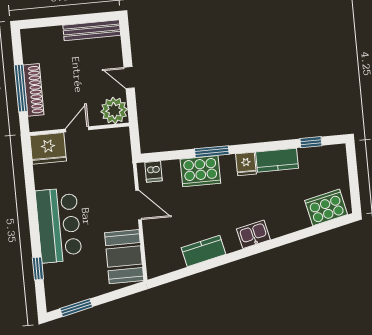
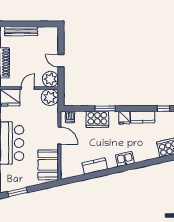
bench: (92, 30) -> (21, 31), moved
plant: (116, 142) -> (50, 97), added

